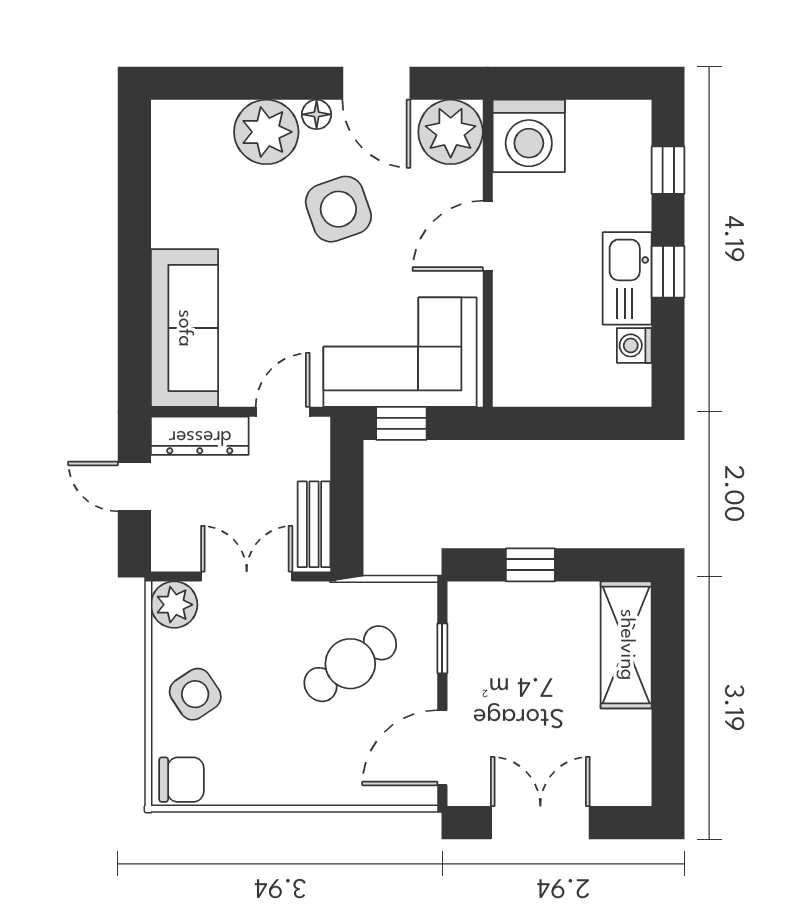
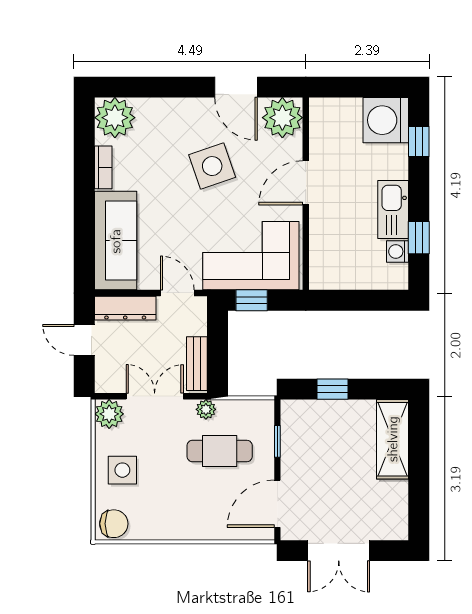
floor lamp: (317, 114) -> (198, 107), removed
plant: (266, 132) -> (115, 118), moved
washing machine: (529, 136) -> (386, 120), moved, turned 90
bookcase: (165, 211) -> (103, 167), added
window: (668, 272) -> (419, 238), moved
door: (283, 412) -> (177, 293), hinge flipped
plant: (328, 597) -> (206, 409), added
cafe table: (350, 664) -> (220, 451), turned 35
side table: (195, 694) -> (122, 470), turned 34
double door: (540, 823) -> (339, 551), swing flipped

